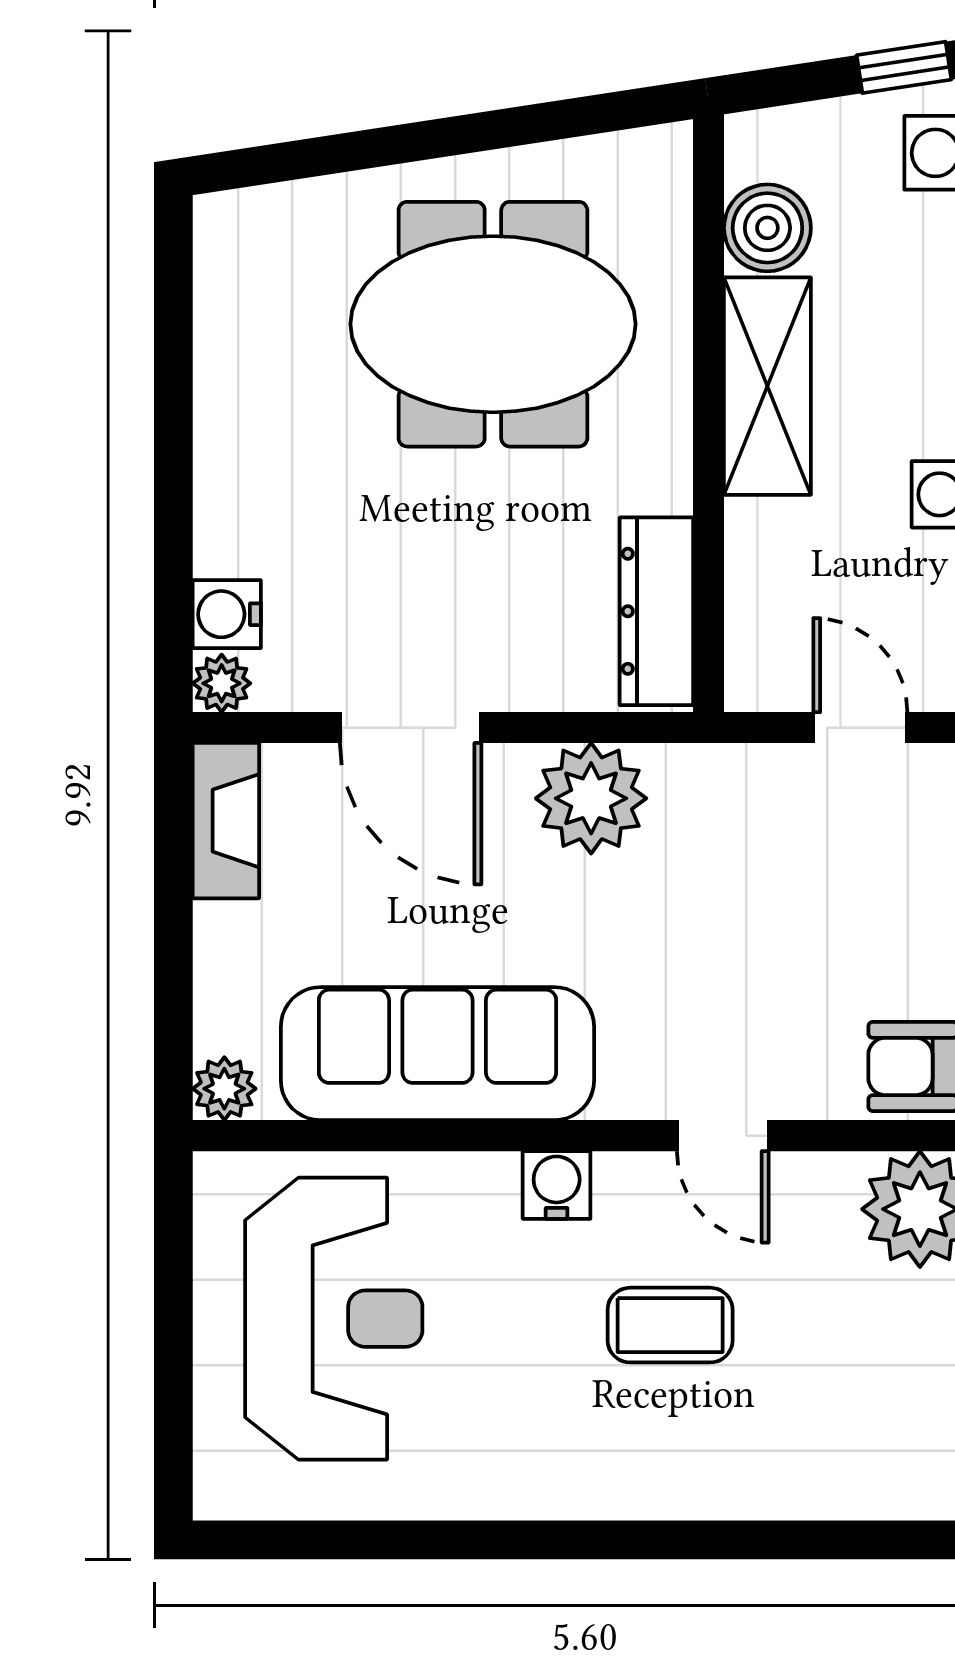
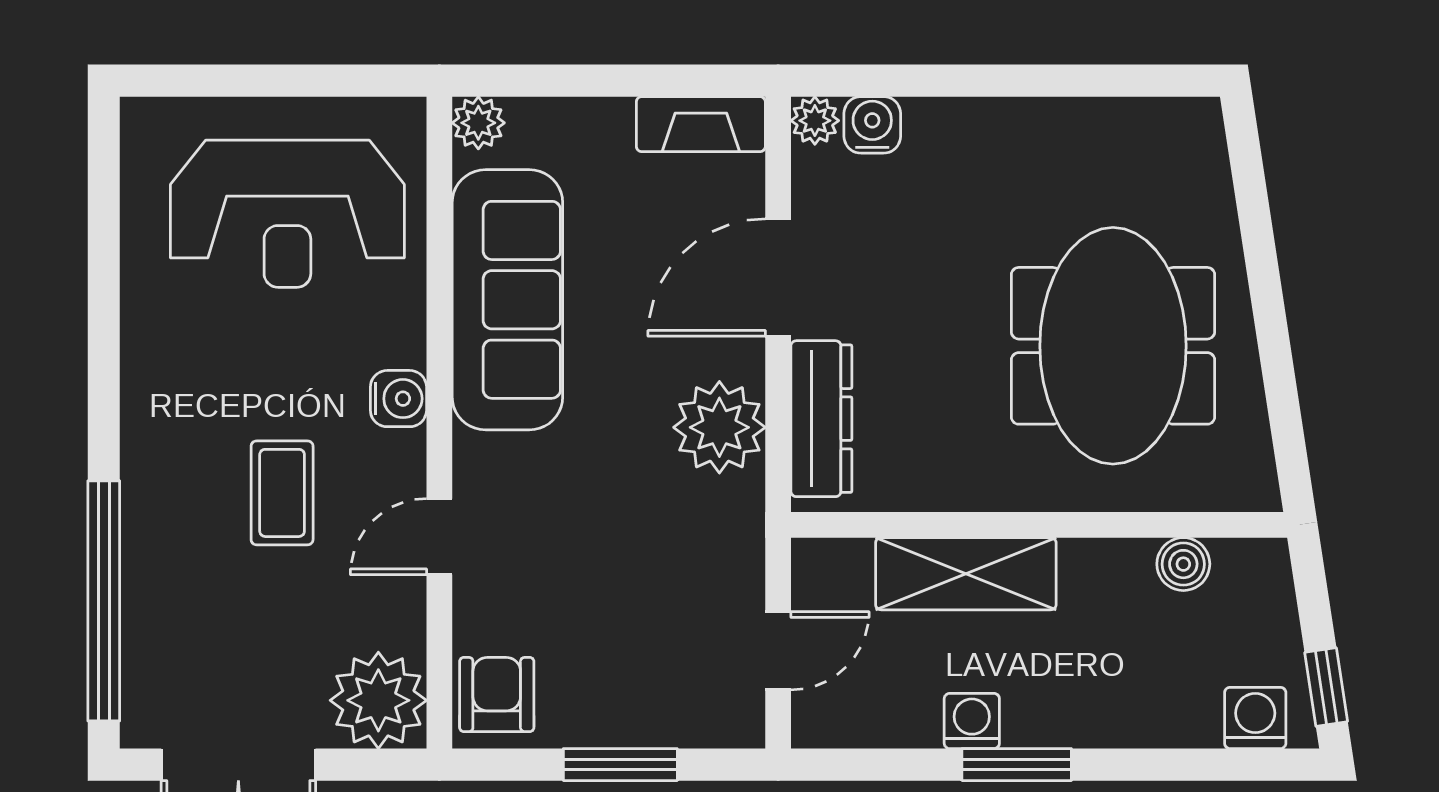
boiler: (767, 228) -> (1183, 564), width x0.73, depth x0.73
shelving: (767, 386) -> (966, 574), moved
dresser: (656, 611) -> (821, 419), moved, turned 90
window: (800, 1540) -> (104, 601), added

